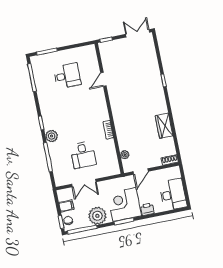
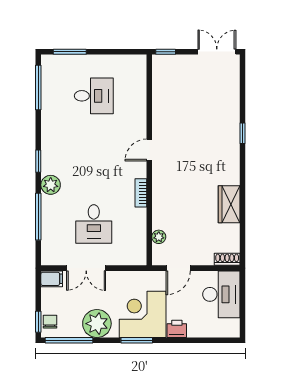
door: (103, 79) -> (149, 150), moved
desk: (173, 195) -> (221, 294), moved
filing cabinet: (66, 206) -> (52, 279), moved

